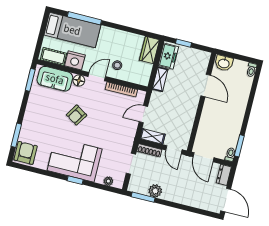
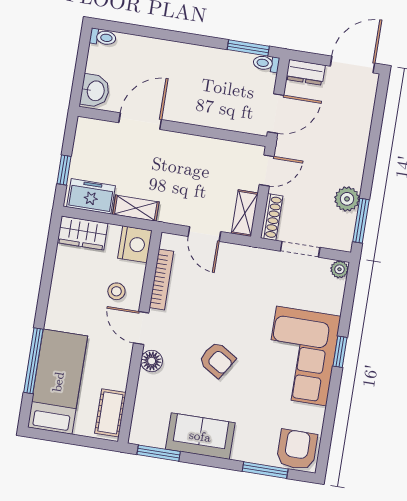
nightstand: (75, 60) -> (135, 244), moved
sofa: (55, 79) -> (200, 436), moved, turned -90
armchair: (26, 153) -> (297, 450), turned 90
plant: (108, 181) -> (339, 269), moved

